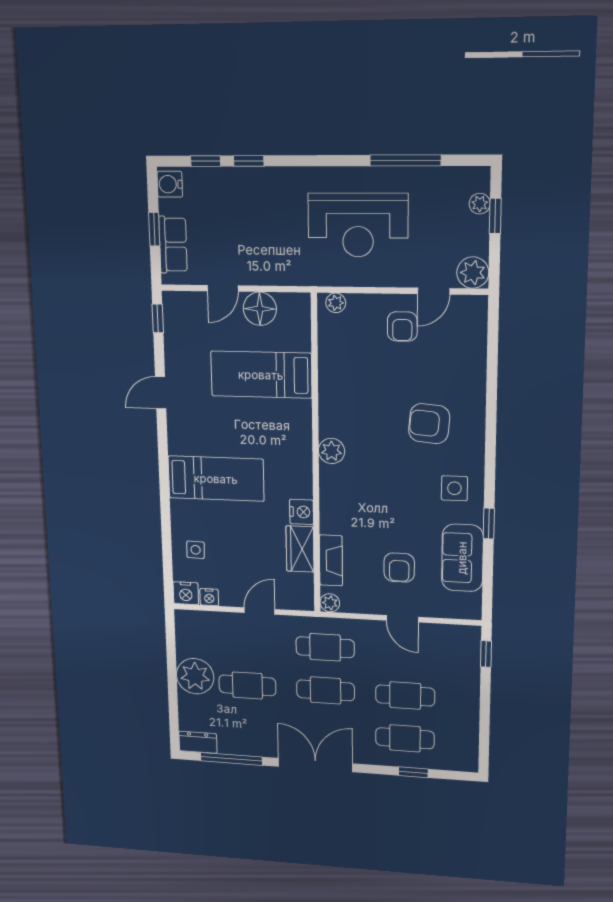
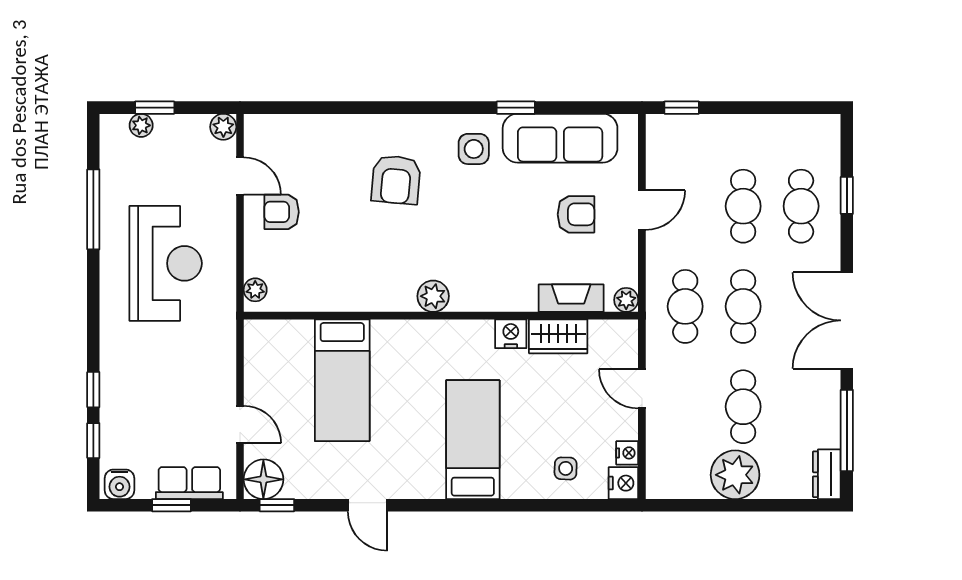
plant: (473, 273) -> (223, 127), width x0.73, depth x0.73
floor lamp: (260, 309) -> (263, 479), moved
armchair: (402, 327) -> (282, 212), turned 180
sofa: (462, 558) -> (560, 138), width x1.36

